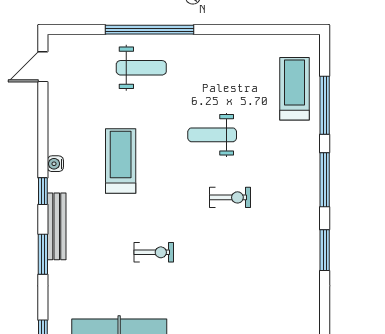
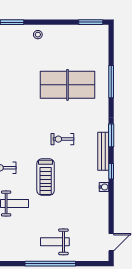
treadmill: (121, 161) -> (46, 177), moved
exercise bike: (154, 252) -> (62, 139), moved

